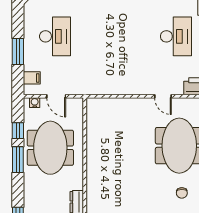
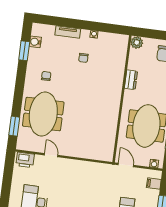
door: (56, 96) -> (126, 165), moved

